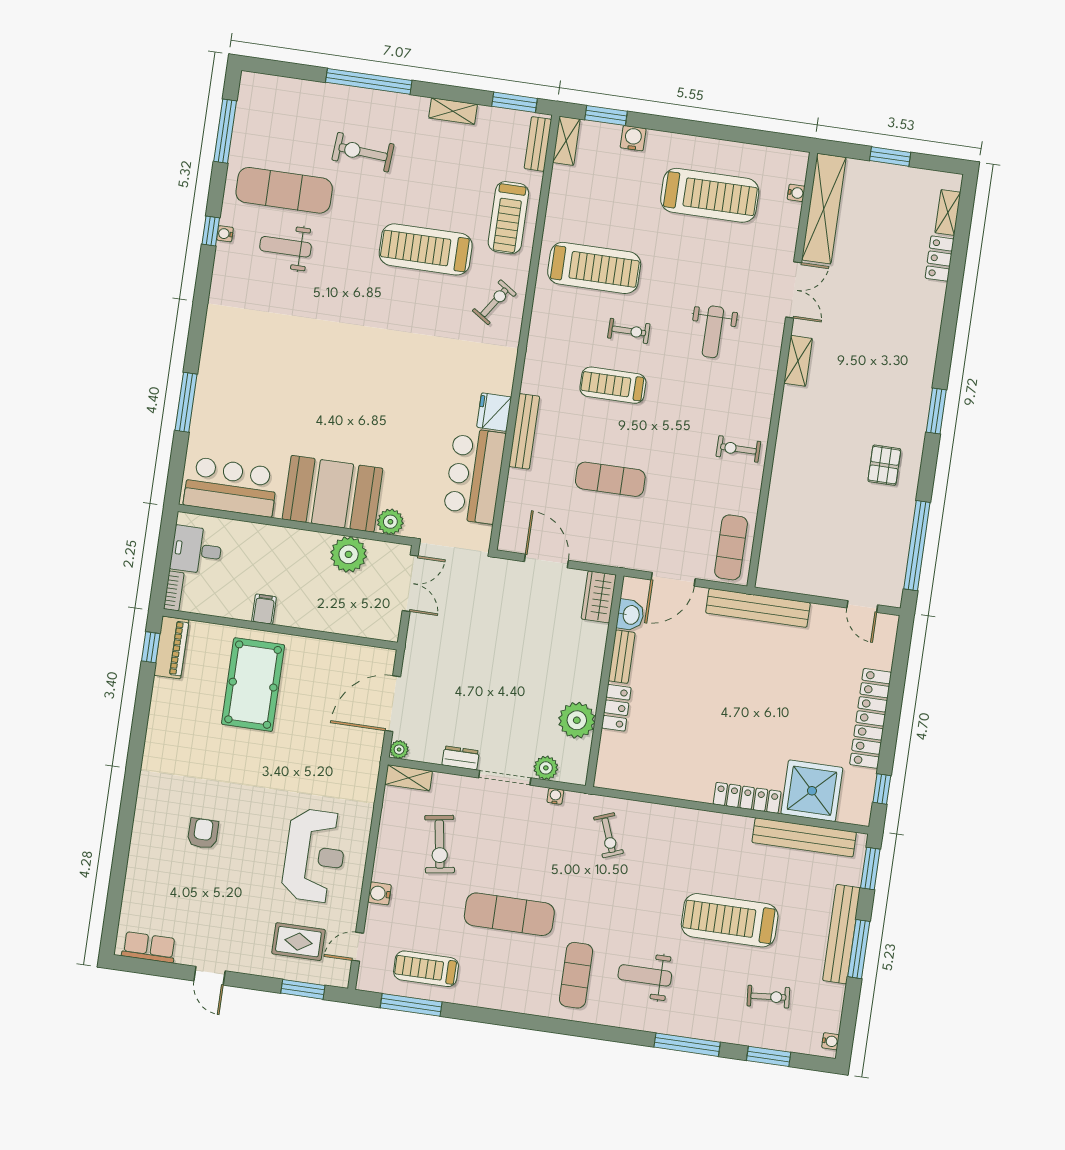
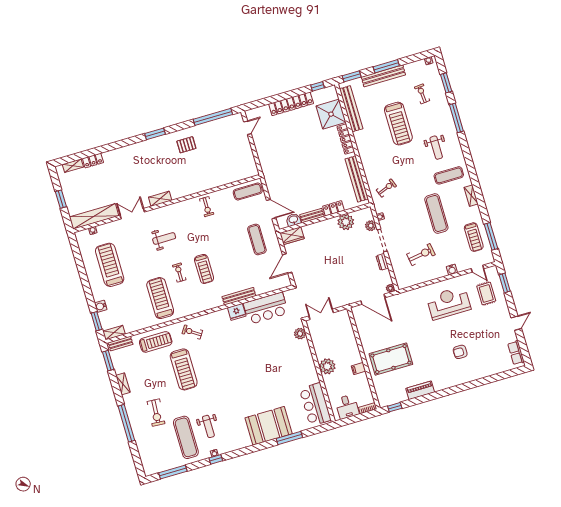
exercise mat: (610, 479) -> (257, 239), moved
booth: (333, 494) -> (269, 426), moved, turned 90
plant: (349, 554) -> (327, 366), moved
bench: (758, 608) -> (357, 179), moved
piano: (171, 647) -> (420, 390), moved
shelving: (409, 778) -> (471, 196), moved

